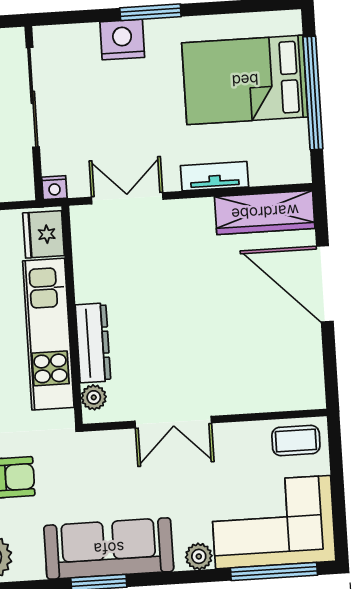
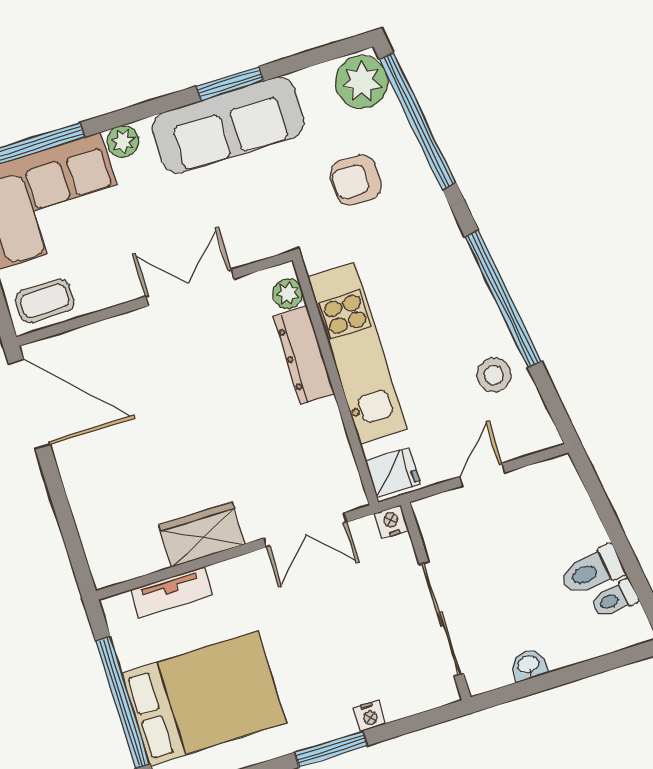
nightstand: (122, 40) -> (370, 716), width x0.53, depth x0.56
tv unit: (214, 176) -> (172, 592), moved
wardrobe: (265, 212) -> (202, 534), moved, width x0.67
fridge: (44, 234) -> (393, 473), width x0.72
door: (325, 284) -> (29, 404), moved

